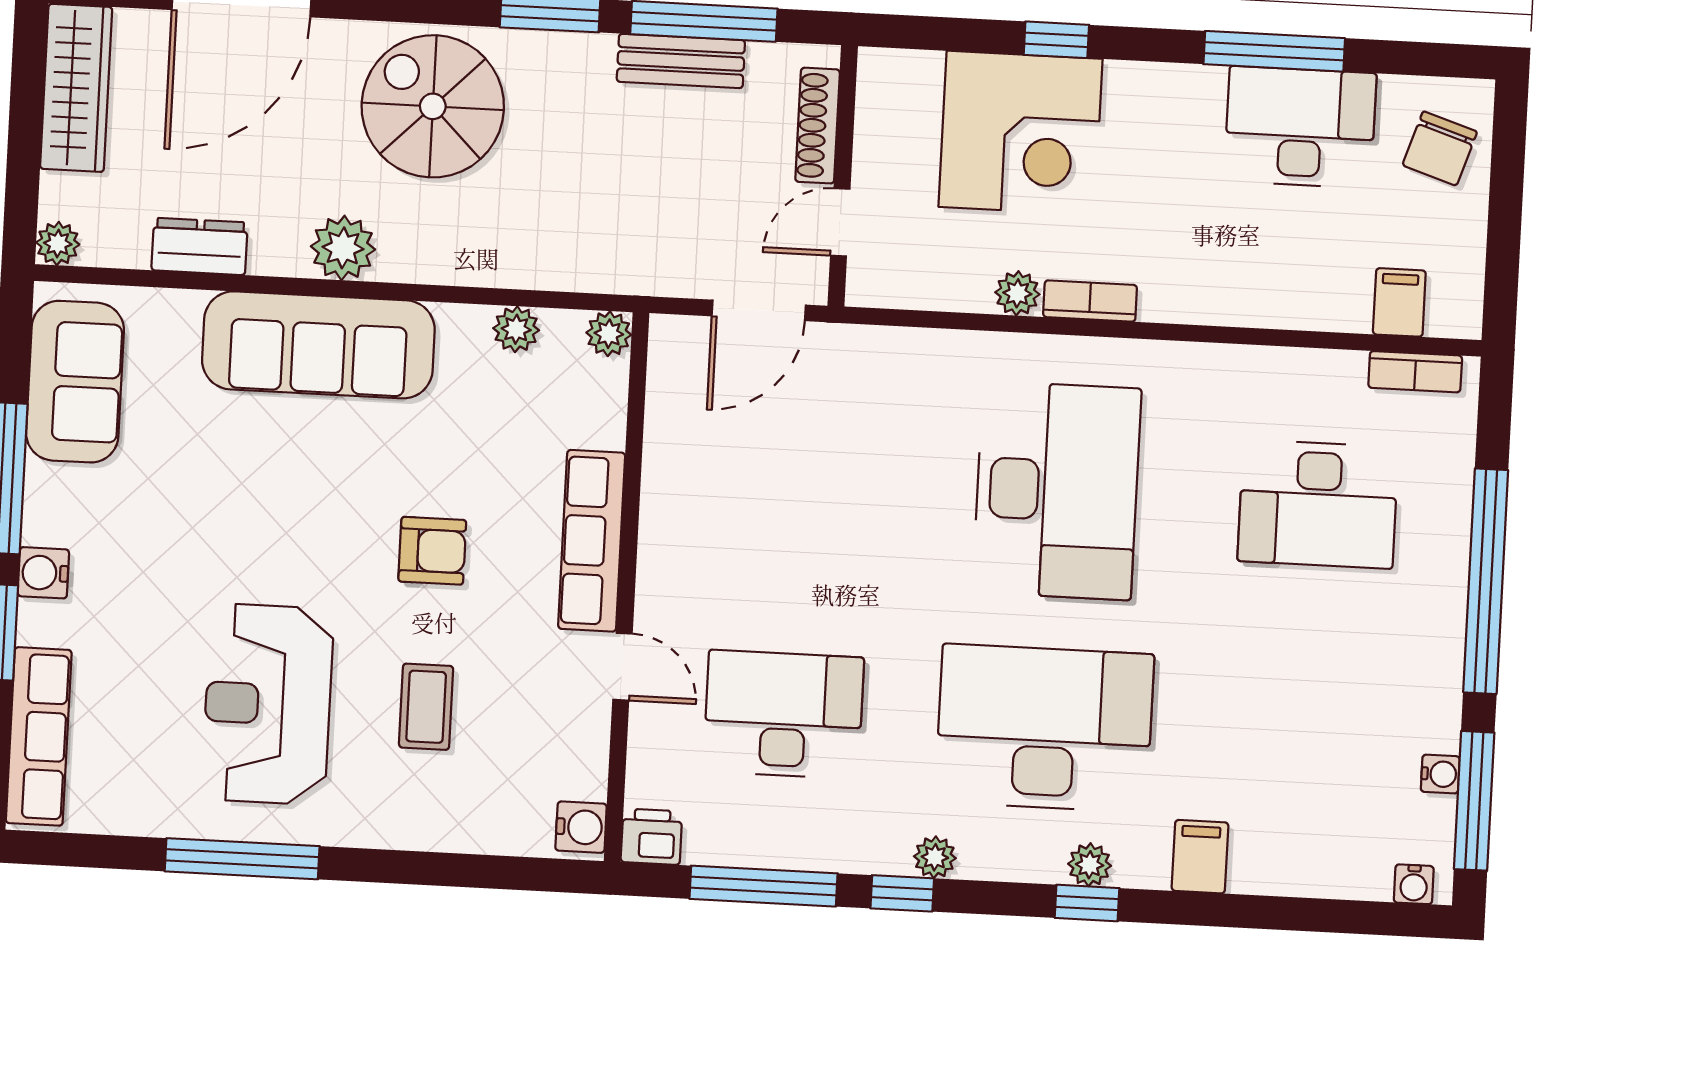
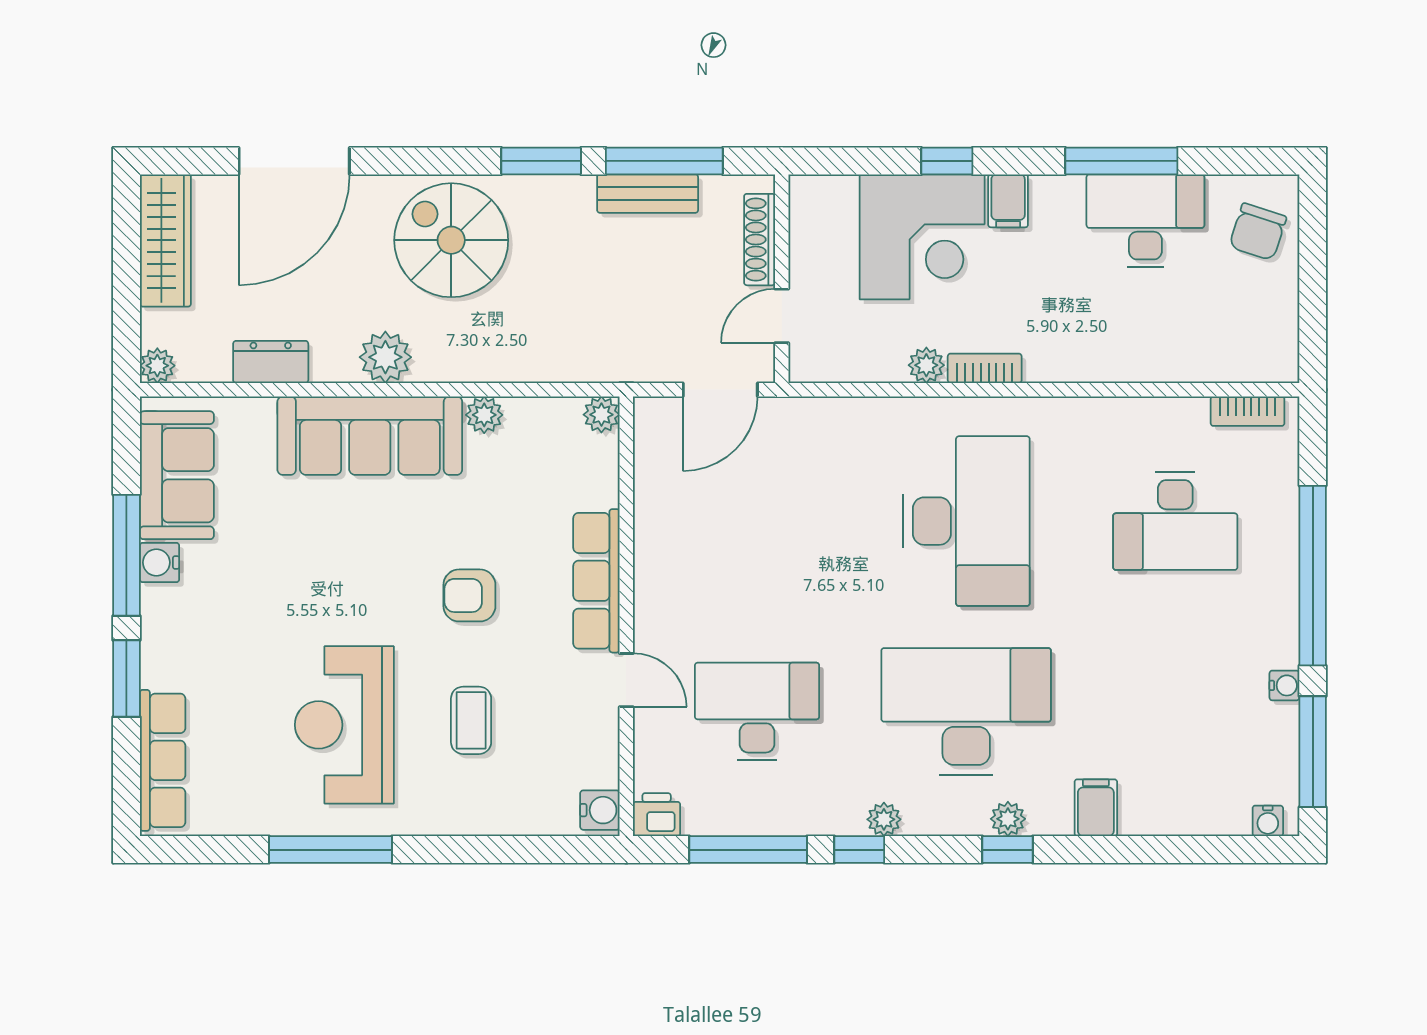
filing cabinet: (1399, 302) -> (1008, 201), moved, turned 180
plant: (516, 329) -> (484, 415), moved
armchair: (432, 551) -> (469, 595), turned 180
water cooler: (43, 573) -> (160, 562), moved
water cooler: (1440, 774) -> (1284, 685), moved

